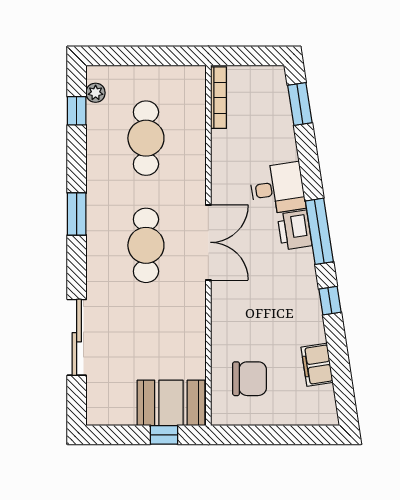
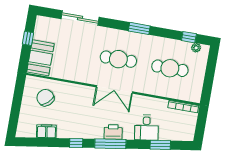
window: (300, 104) -> (160, 145), moved
desk: (277, 188) -> (147, 128), moved
chair: (250, 379) -> (45, 98), turned 137
window: (164, 435) -> (28, 38), moved

